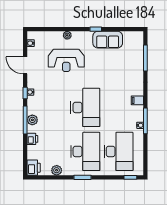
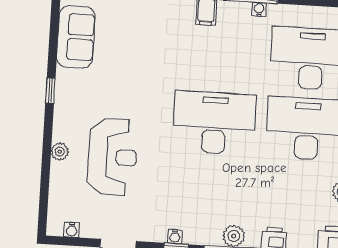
sofa: (108, 40) -> (76, 37), moved

